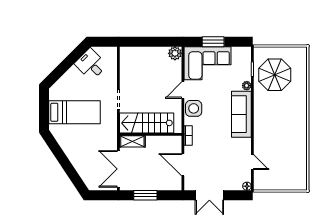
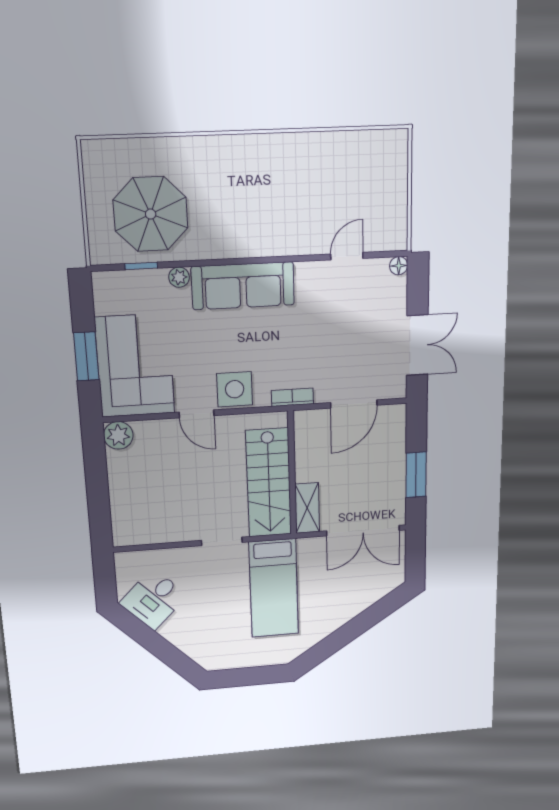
bed: (75, 112) -> (274, 588), moved, turned 180

